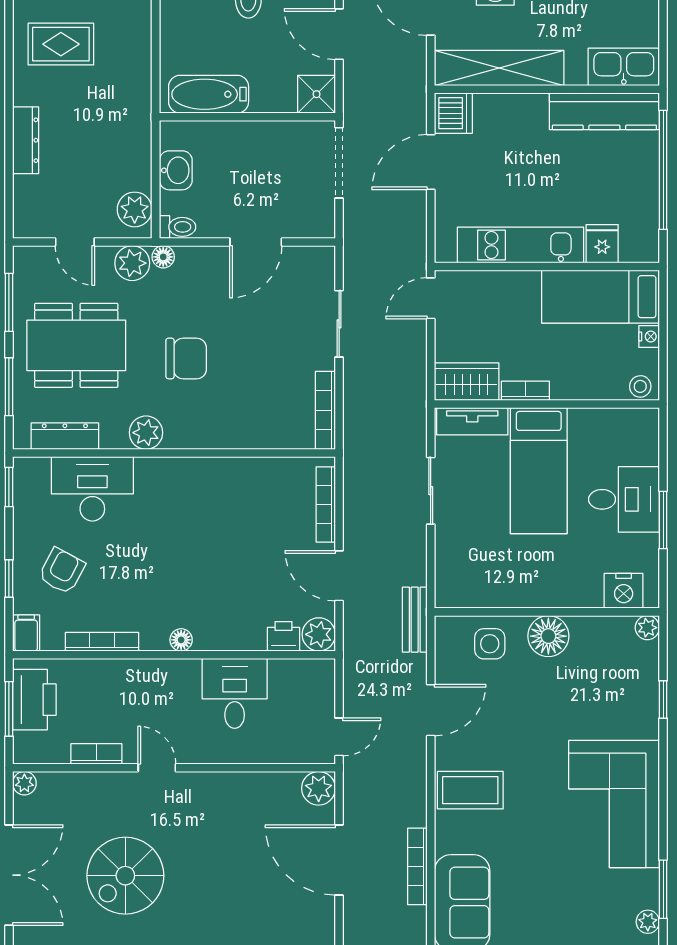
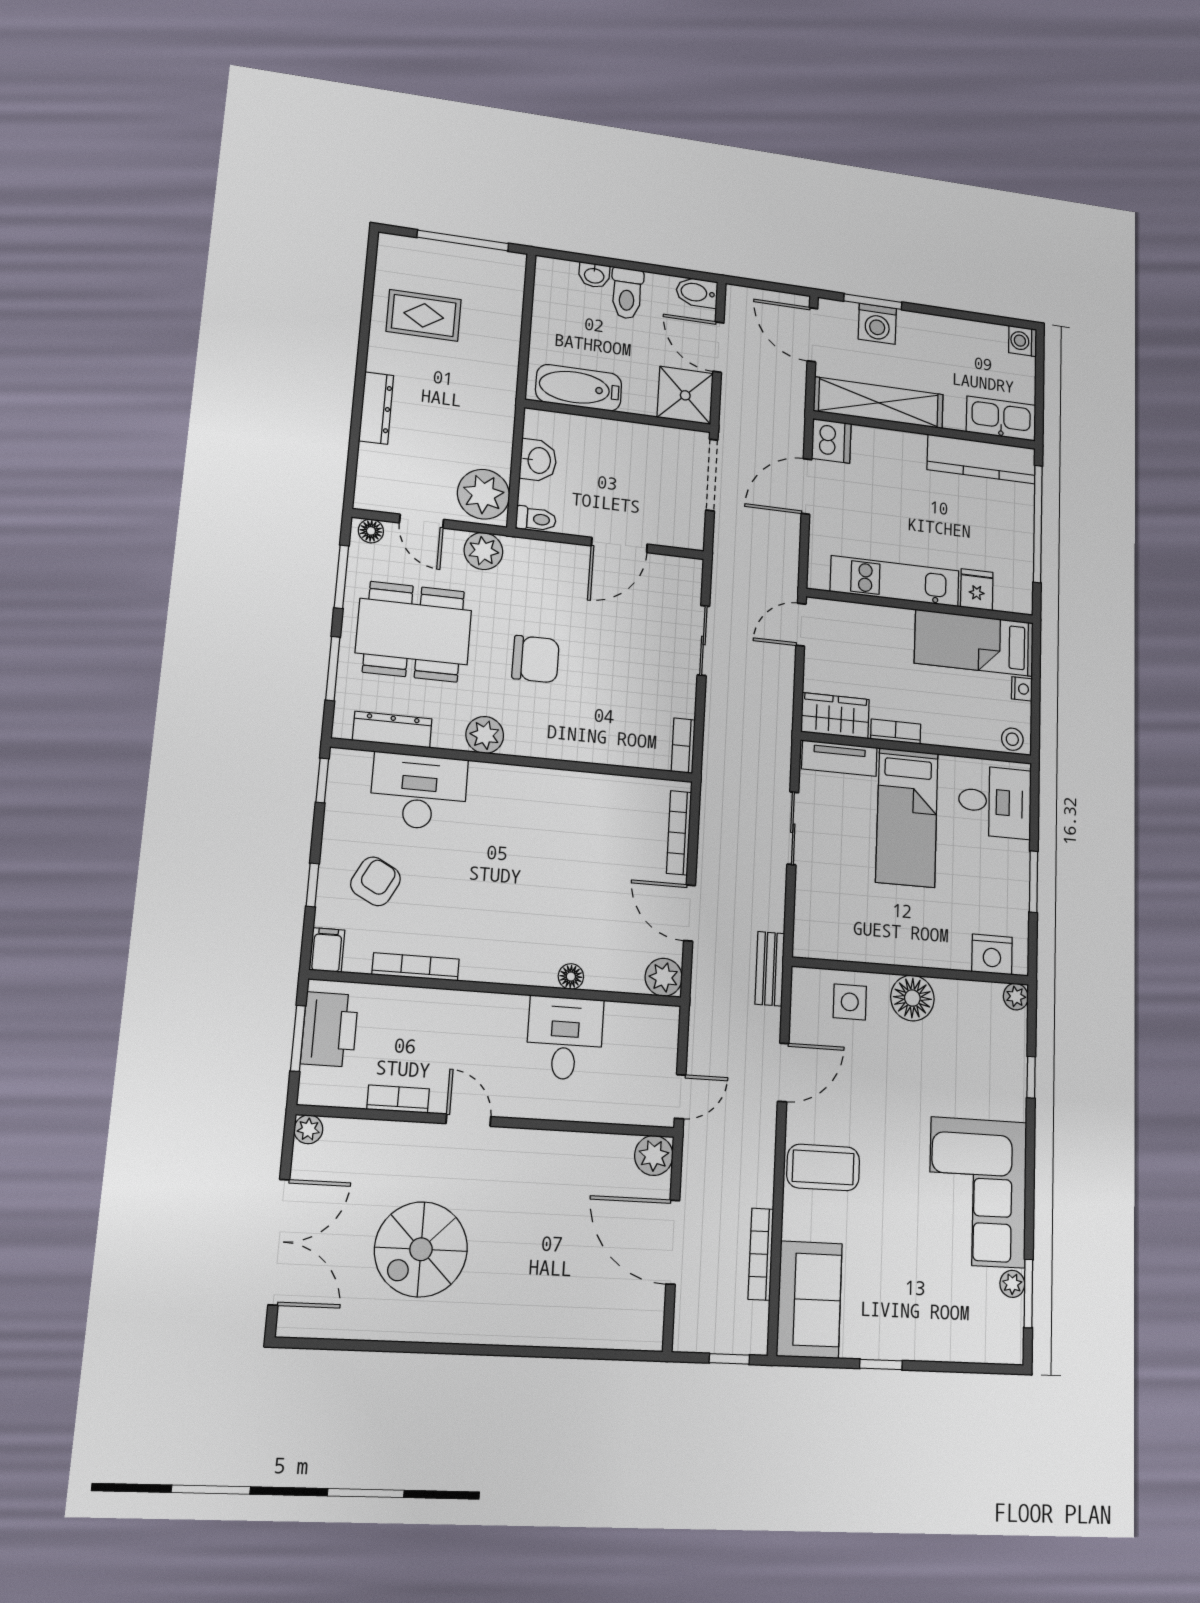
shower: (317, 94) -> (685, 395), width x1.36, depth x1.36
plant: (135, 209) -> (483, 494), width x1.36, depth x1.36
floor lamp: (163, 257) -> (371, 531), moved
bookcase: (325, 410) -> (683, 746), width x0.64
desk: (624, 499) -> (995, 802), moved
printer: (284, 636) -> (624, 976), removed
floor lamp: (181, 640) -> (571, 976), moved
plant: (648, 922) -> (1012, 1284), moved

